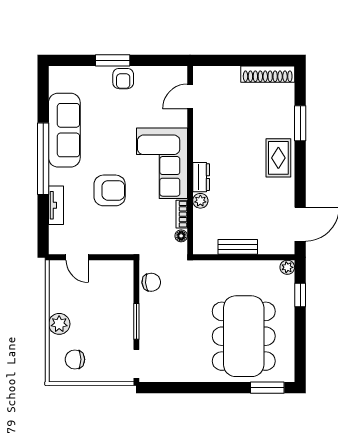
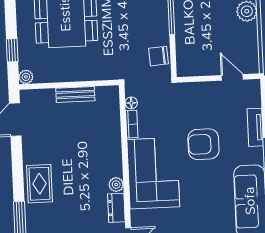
dresser: (201, 177) -> (116, 208), moved
plant: (200, 201) -> (116, 185), moved

